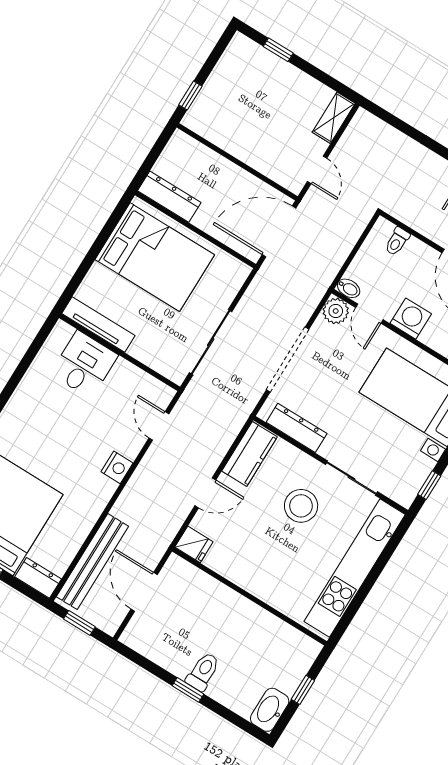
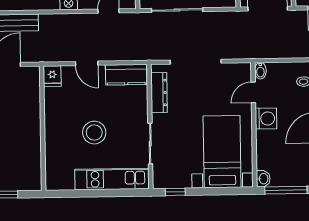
plant: (336, 311) -> (242, 72), removed
stool: (301, 506) -> (94, 133), moved
kitchen unit: (355, 568) -> (112, 179), width x0.73

